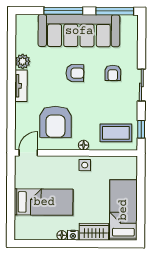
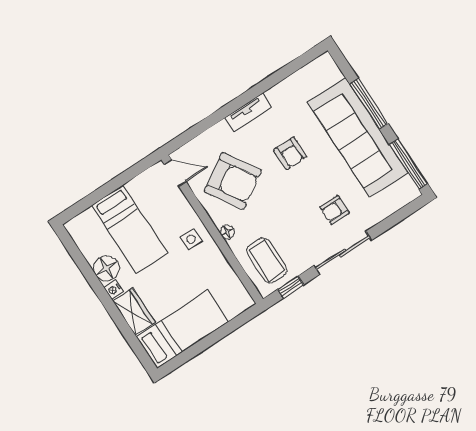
plant: (23, 61) -> (278, 95), removed
armchair: (75, 73) -> (290, 153), moved
sliding door: (141, 85) -> (343, 253), width x1.37
armchair: (55, 122) -> (233, 181), turned -122
side table: (85, 165) -> (191, 239), moved
floor lamp: (62, 235) -> (106, 268), width x1.89, depth x1.89

